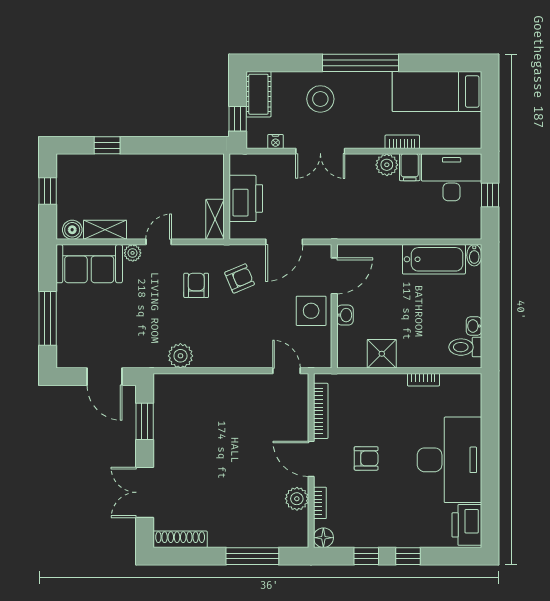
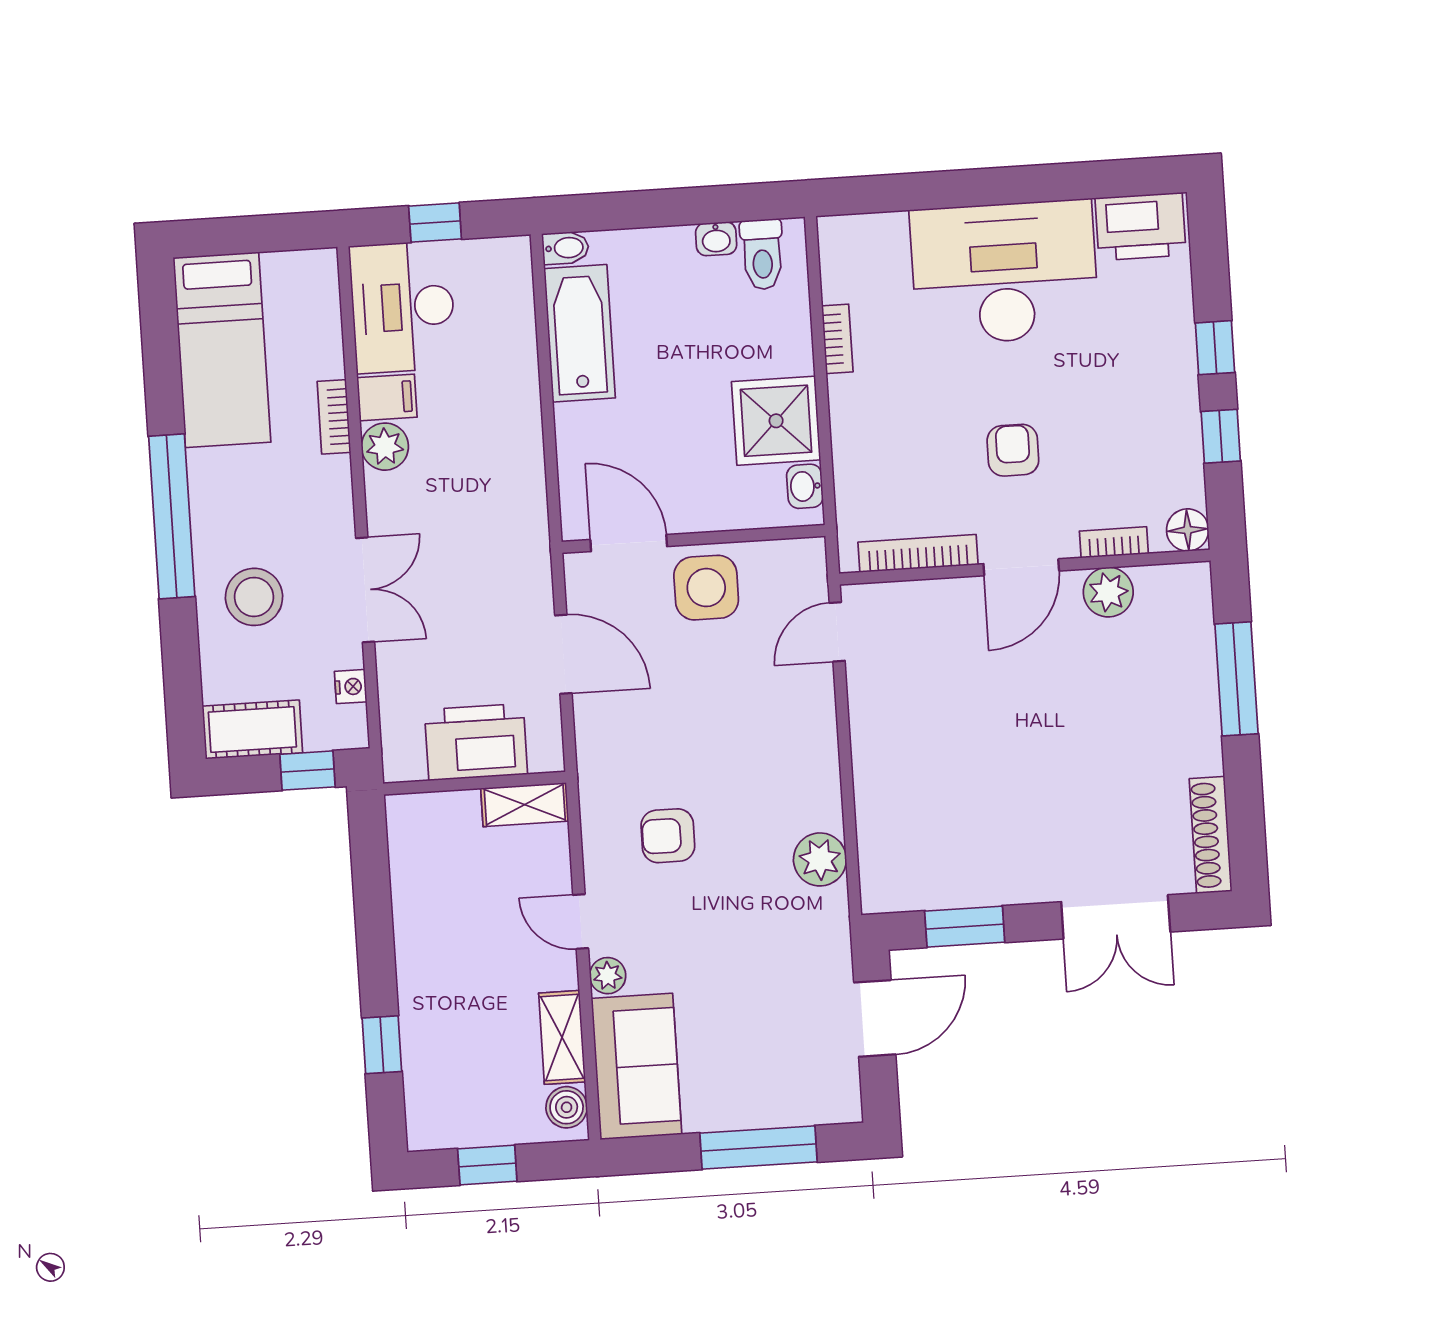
armchair: (240, 278) -> (647, 744), removed
washbasin: (345, 315) -> (805, 486), moved, turned -90
shower: (382, 354) -> (776, 421), width x1.36, depth x1.36

